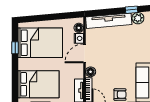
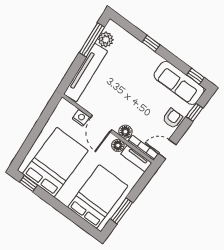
window: (132, 10) -> (92, 40), width x2.17
floor lamp: (79, 28) -> (118, 145), moved
window: (15, 48) -> (28, 184), moved

